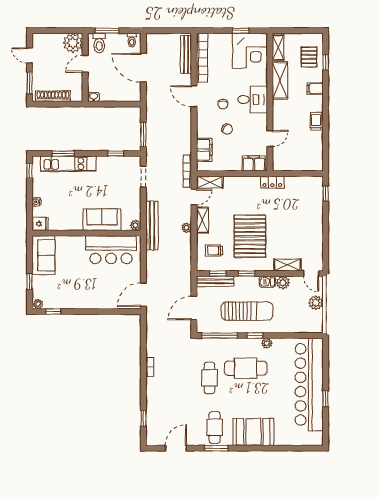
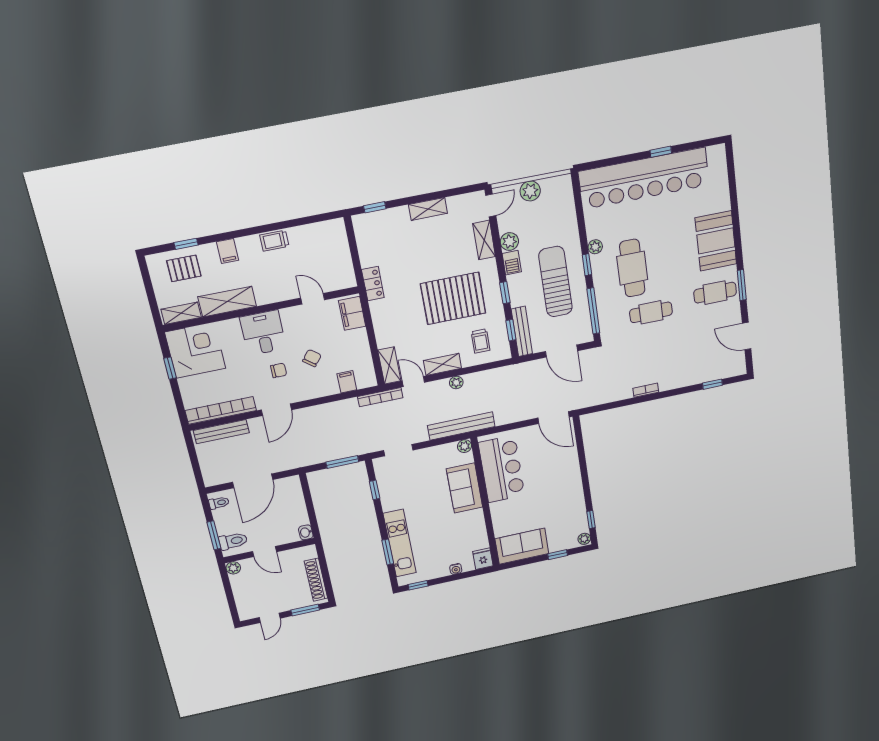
plant: (73, 43) -> (233, 568), width x0.53, depth x0.53
filing cabinet: (204, 150) -> (347, 382), width x0.50
shelving: (317, 230) -> (428, 209), added

